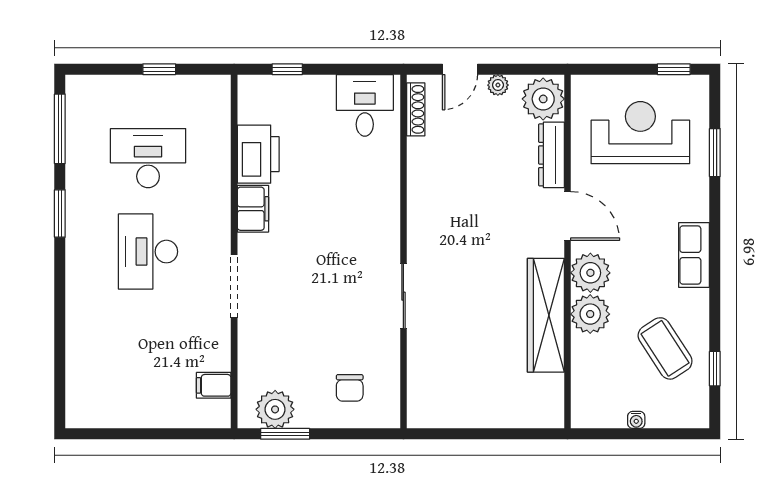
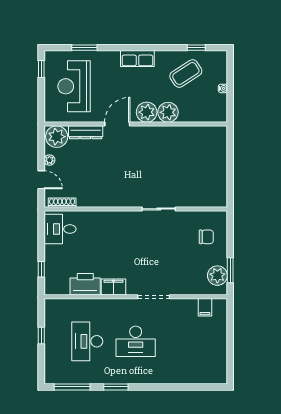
wardrobe: (546, 315) -> (169, 135), removed

